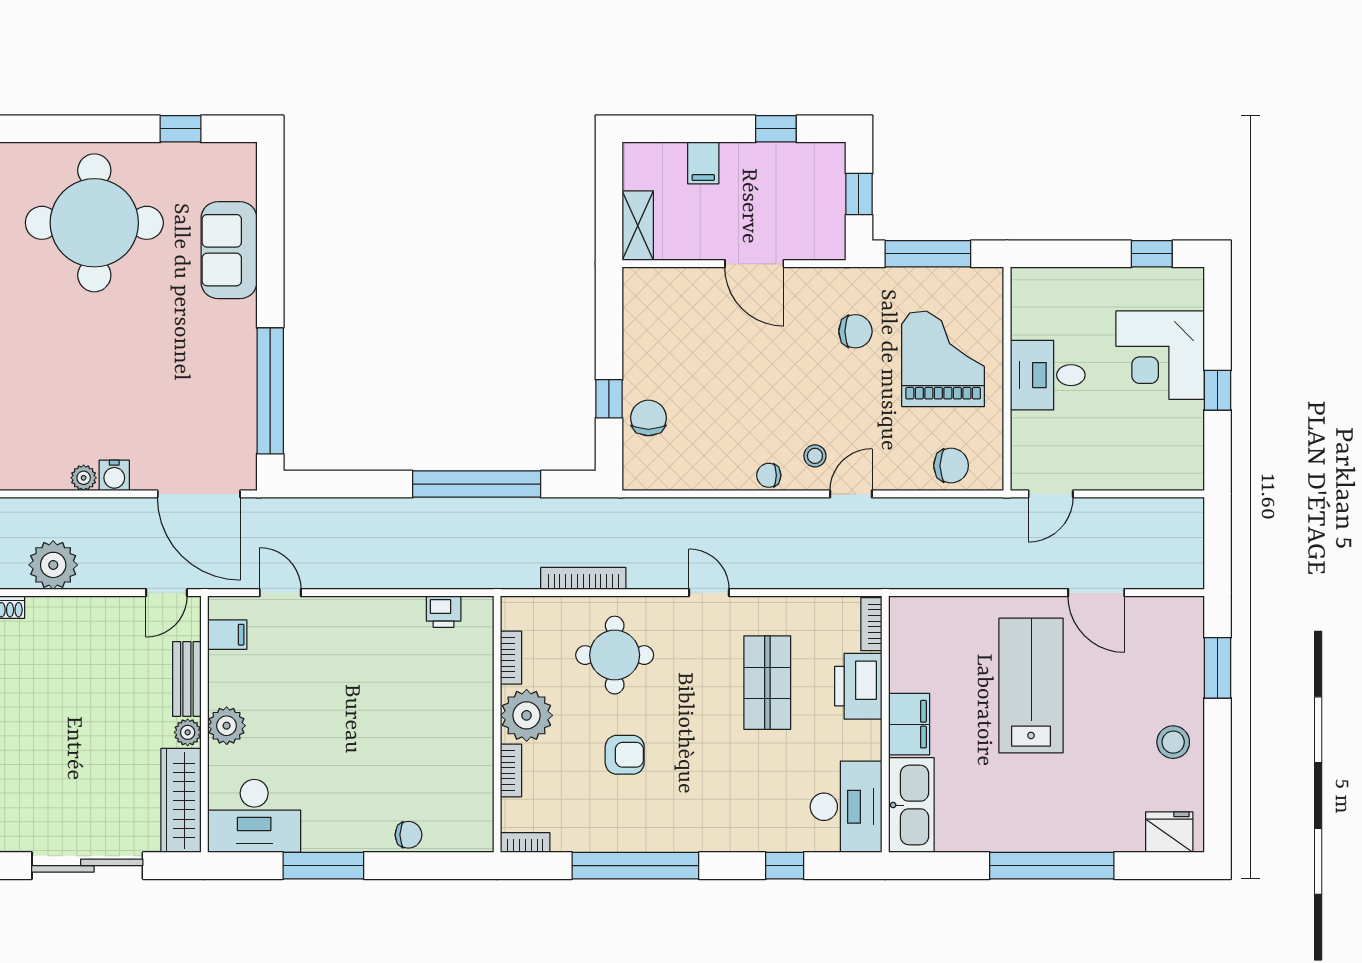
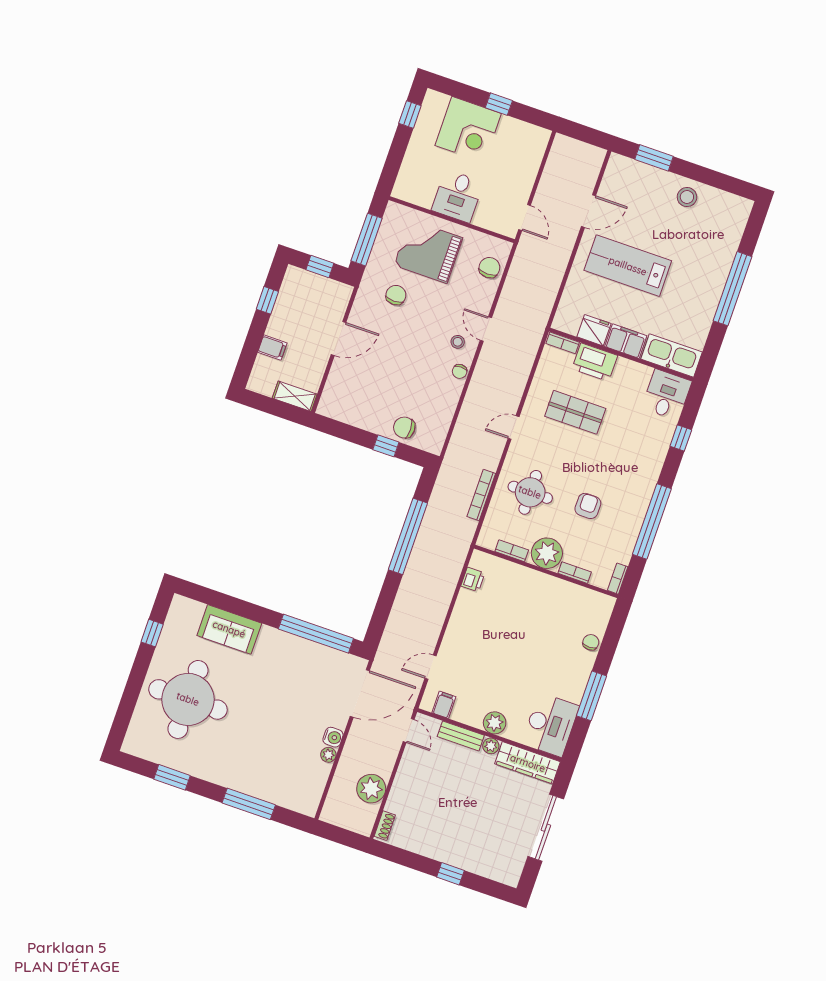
desk: (846, 807) -> (667, 395), width x0.73
fridge: (1169, 832) -> (594, 330), moved, turned 90

